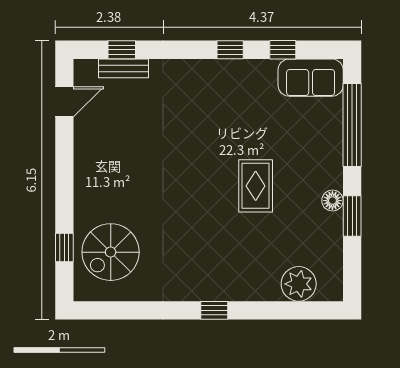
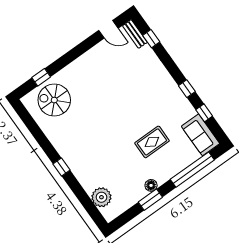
bench: (123, 68) -> (135, 34), moved
rug: (256, 186) -> (152, 142), moved

